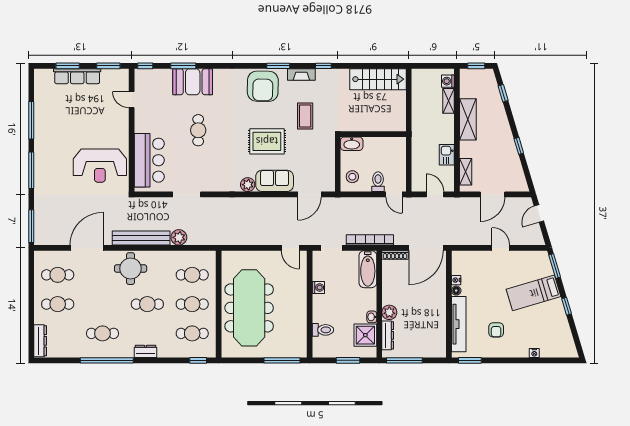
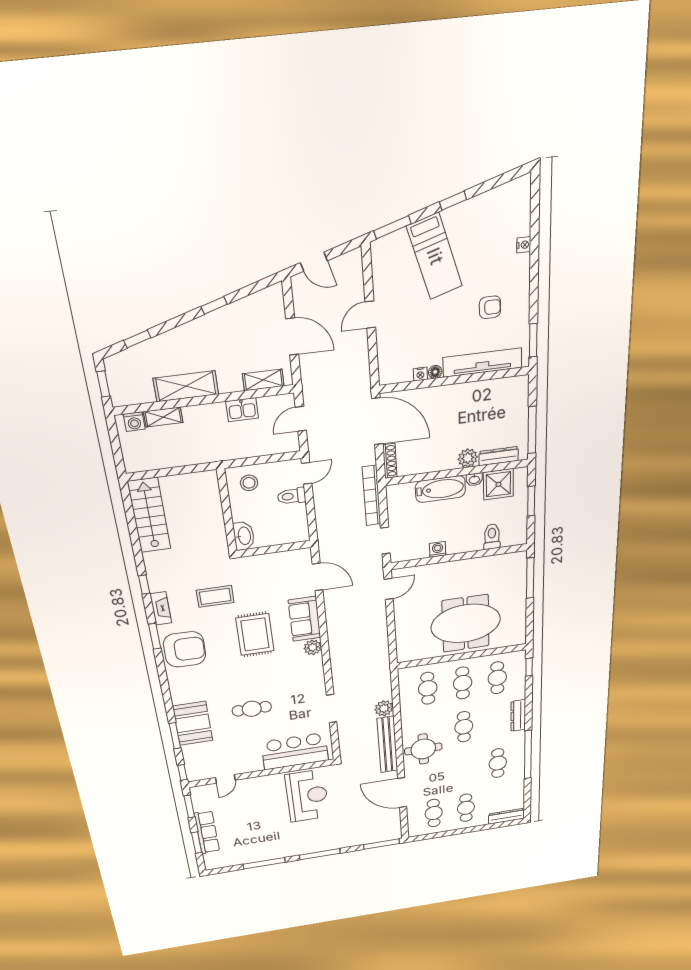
stool: (352, 177) -> (249, 483), moved
bathtub: (368, 269) -> (440, 489), moved
meeting table: (249, 308) -> (466, 623), width x0.73
dresser: (146, 351) -> (518, 715), width x1.44

